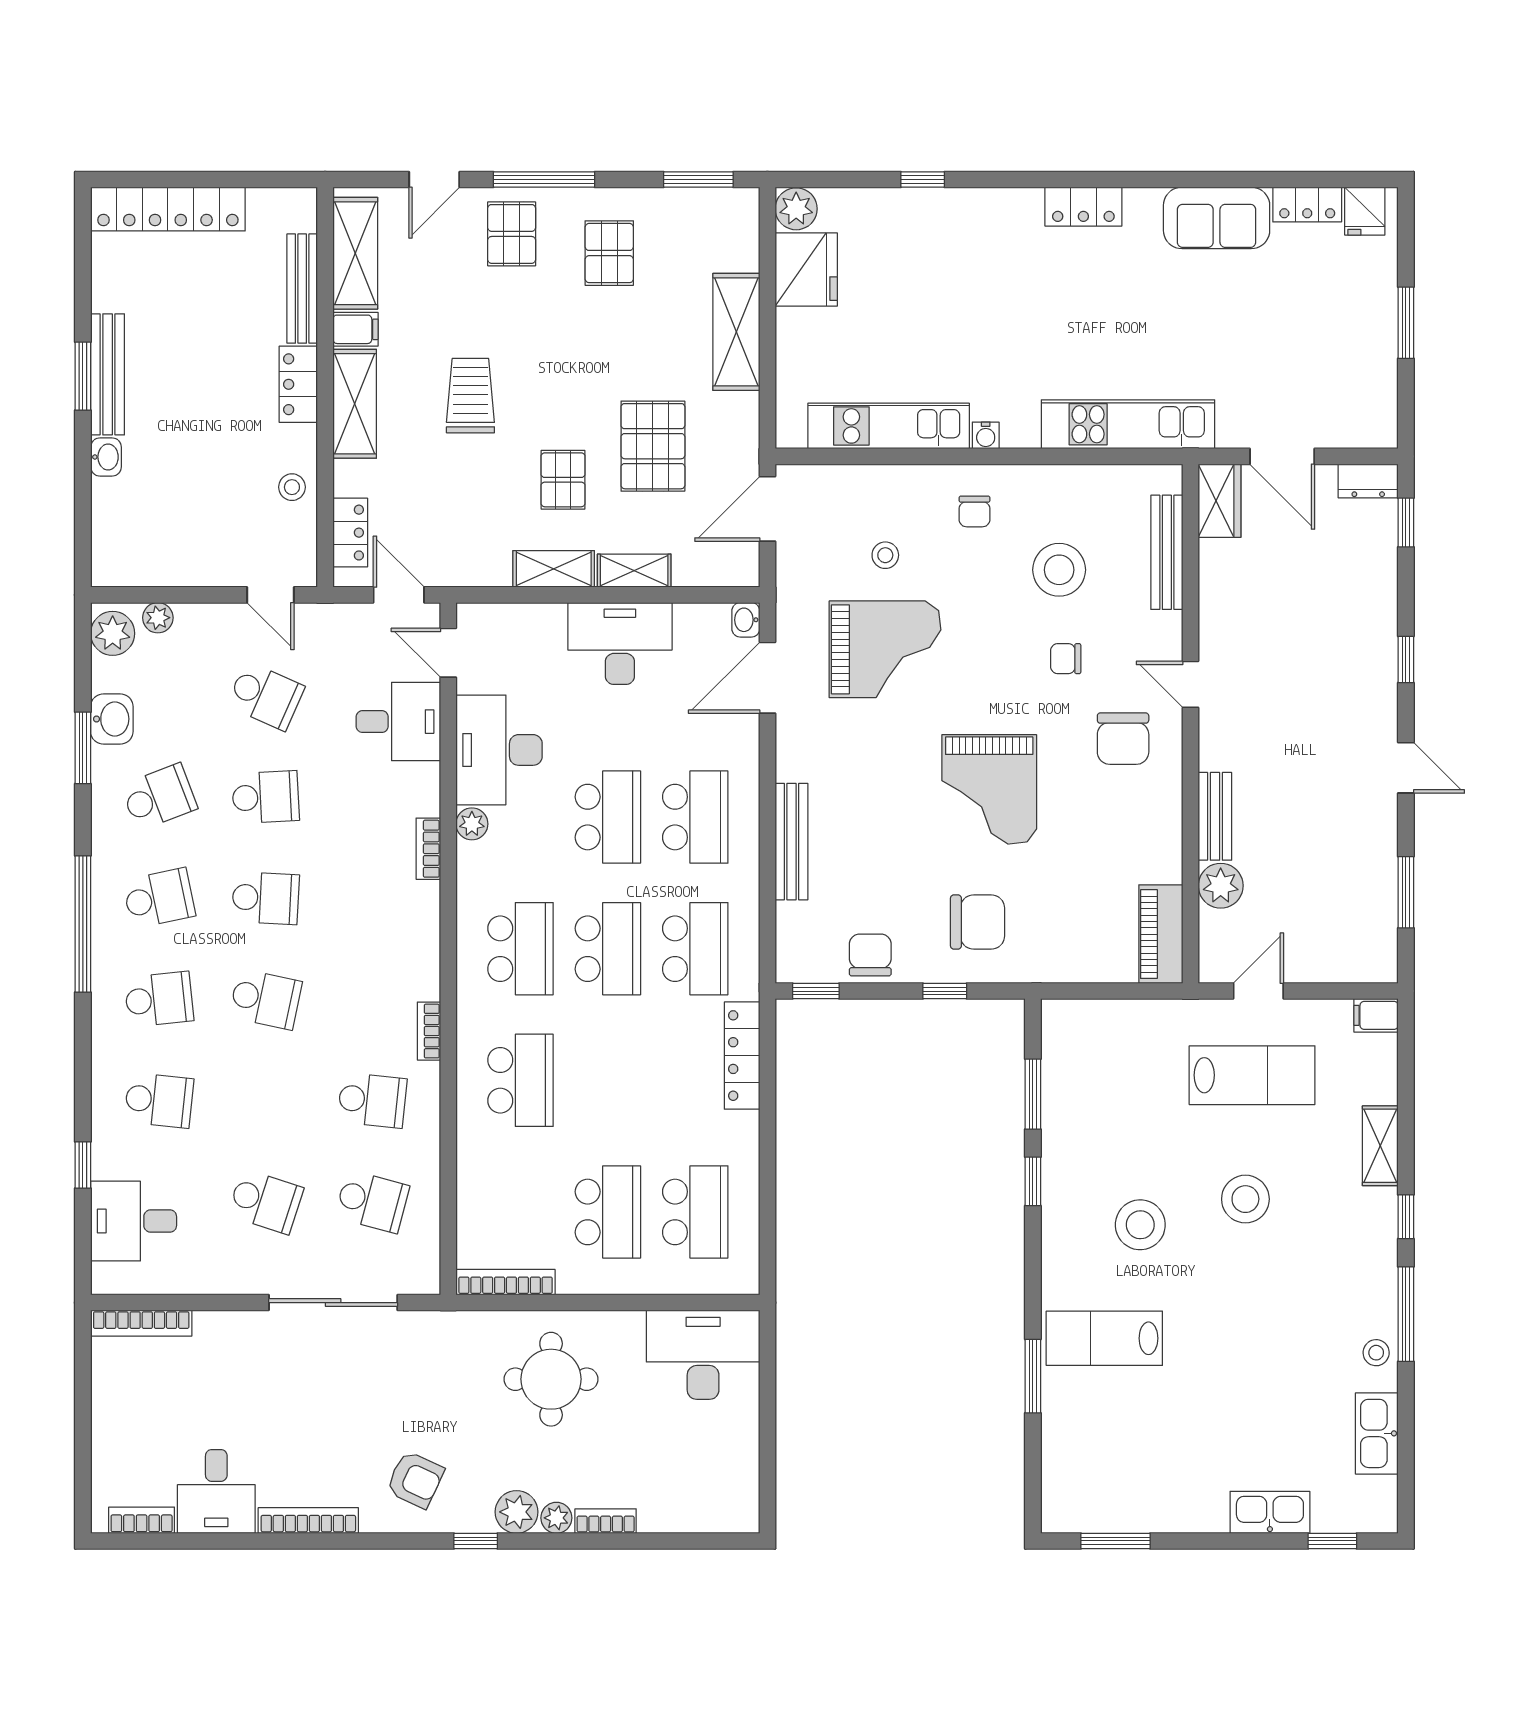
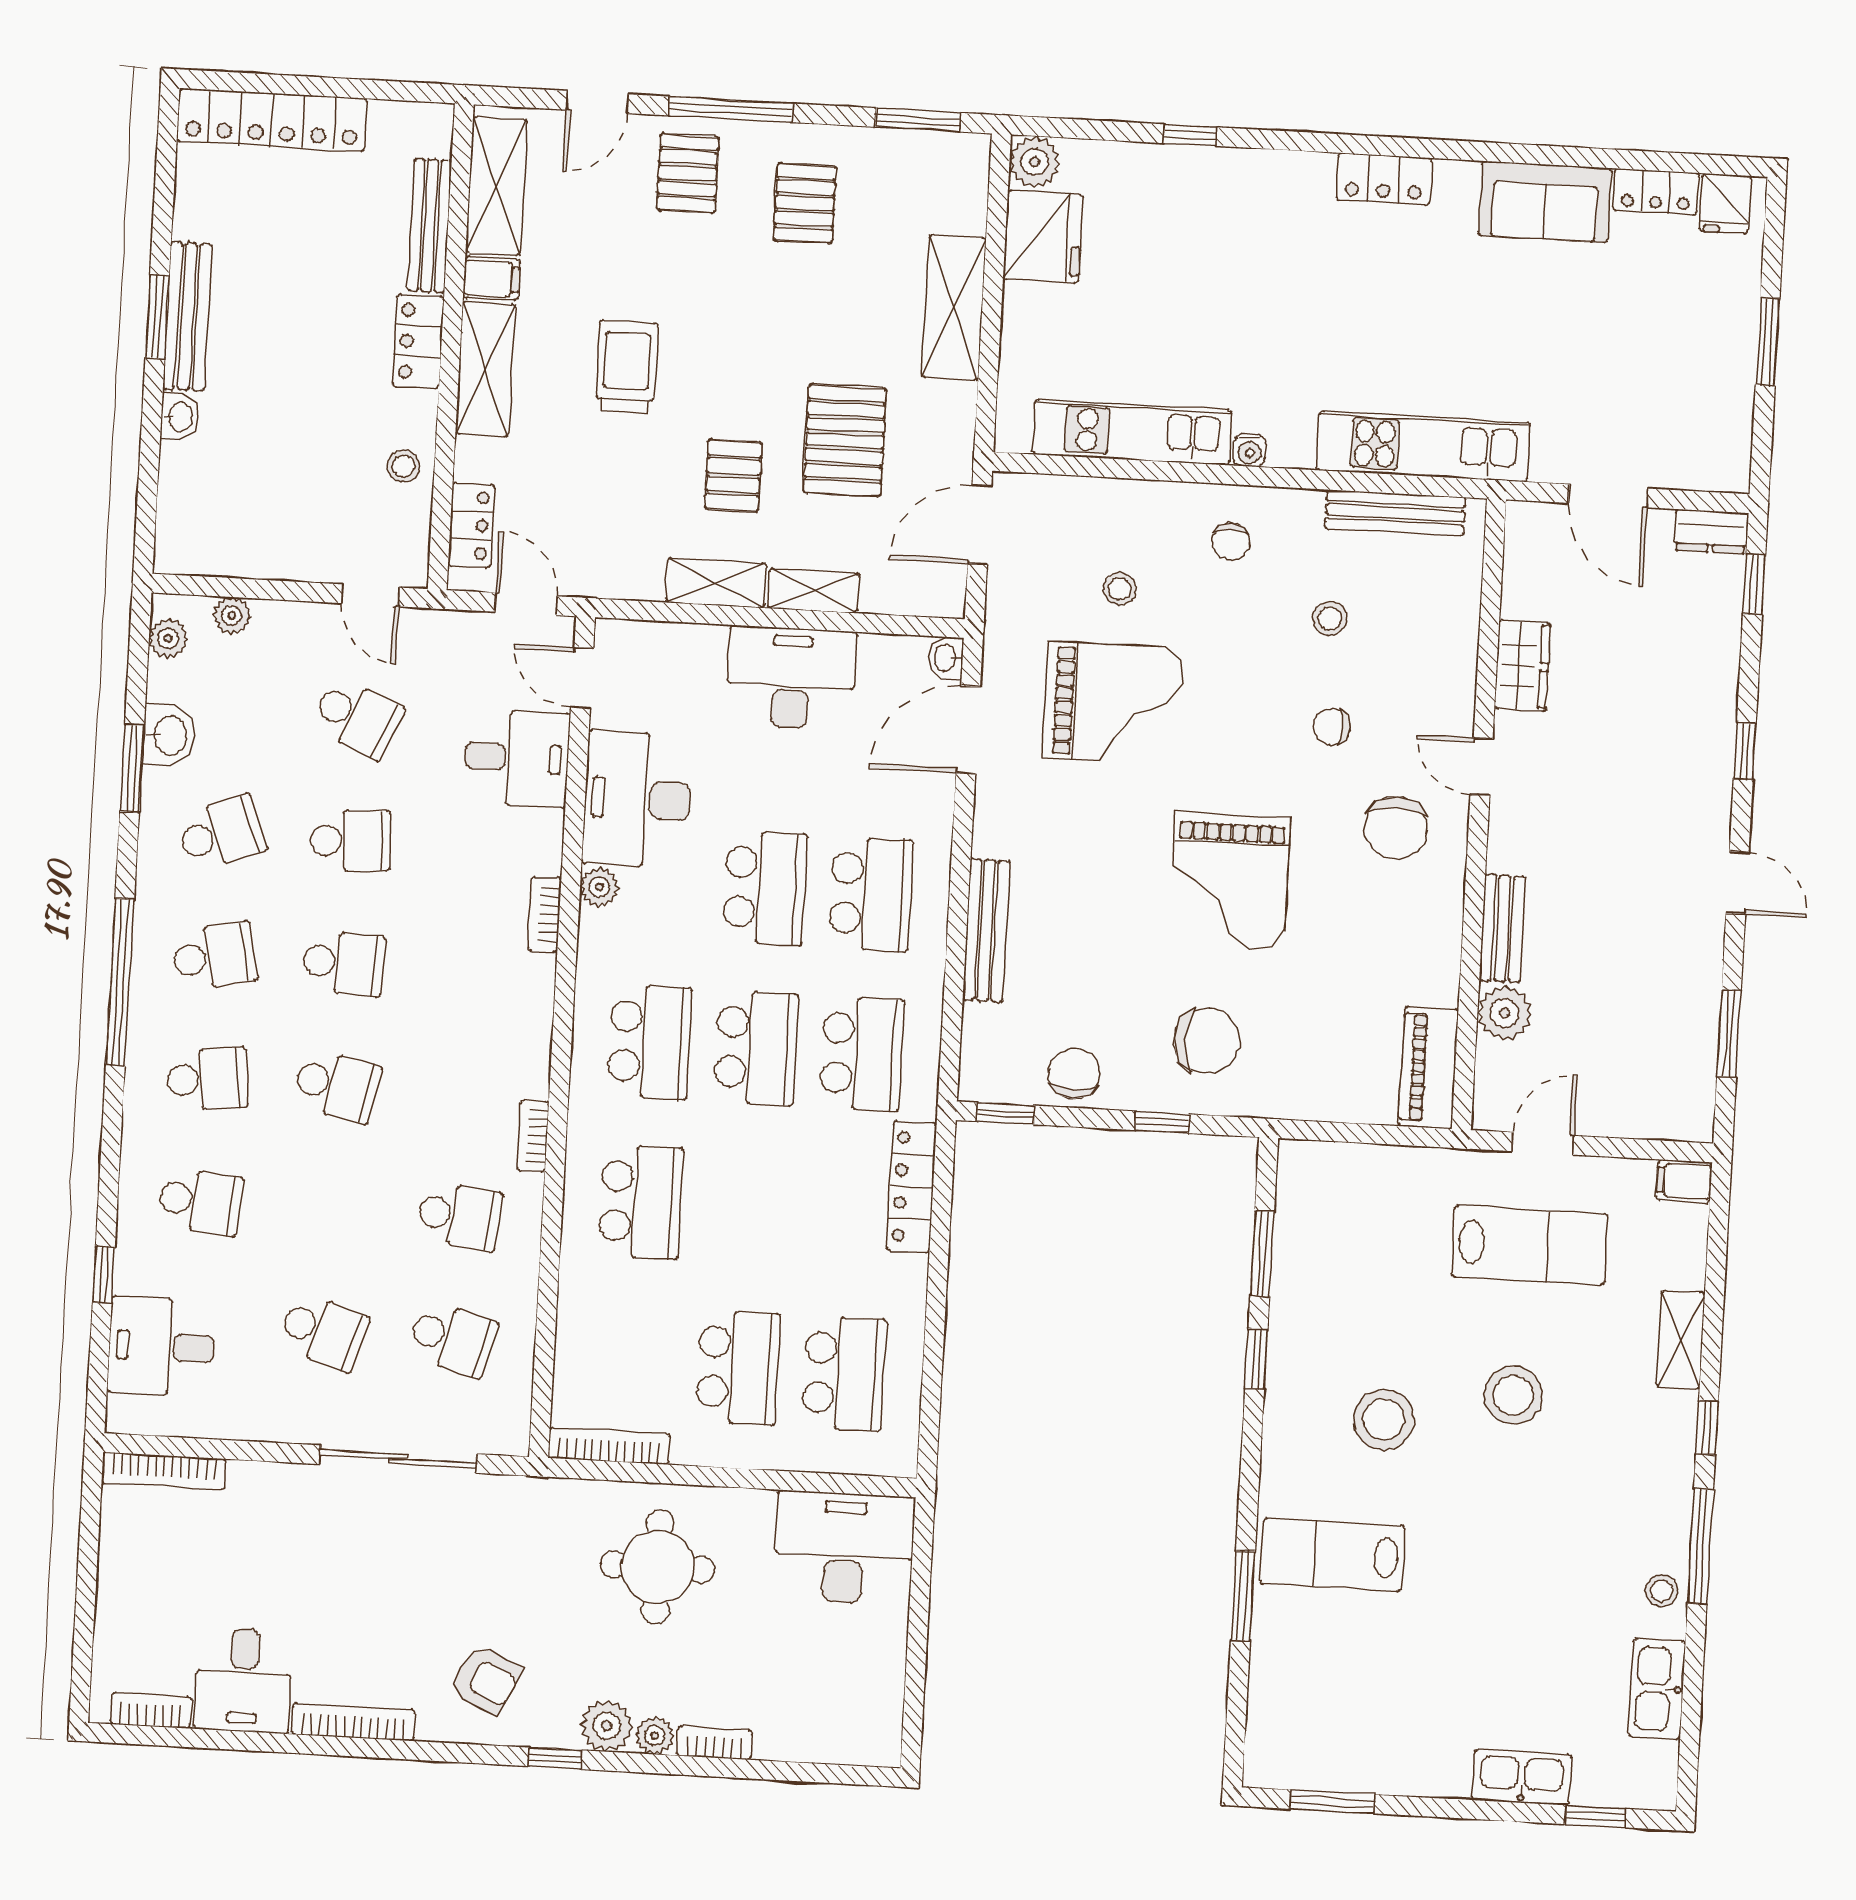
wardrobe: (1220, 501) -> (1522, 666), moved
bench: (1167, 552) -> (1395, 513), moved, turned 90
stool: (1059, 570) -> (1330, 618), width x0.53, depth x0.53
plant: (113, 633) -> (168, 638), width x0.73, depth x0.73

